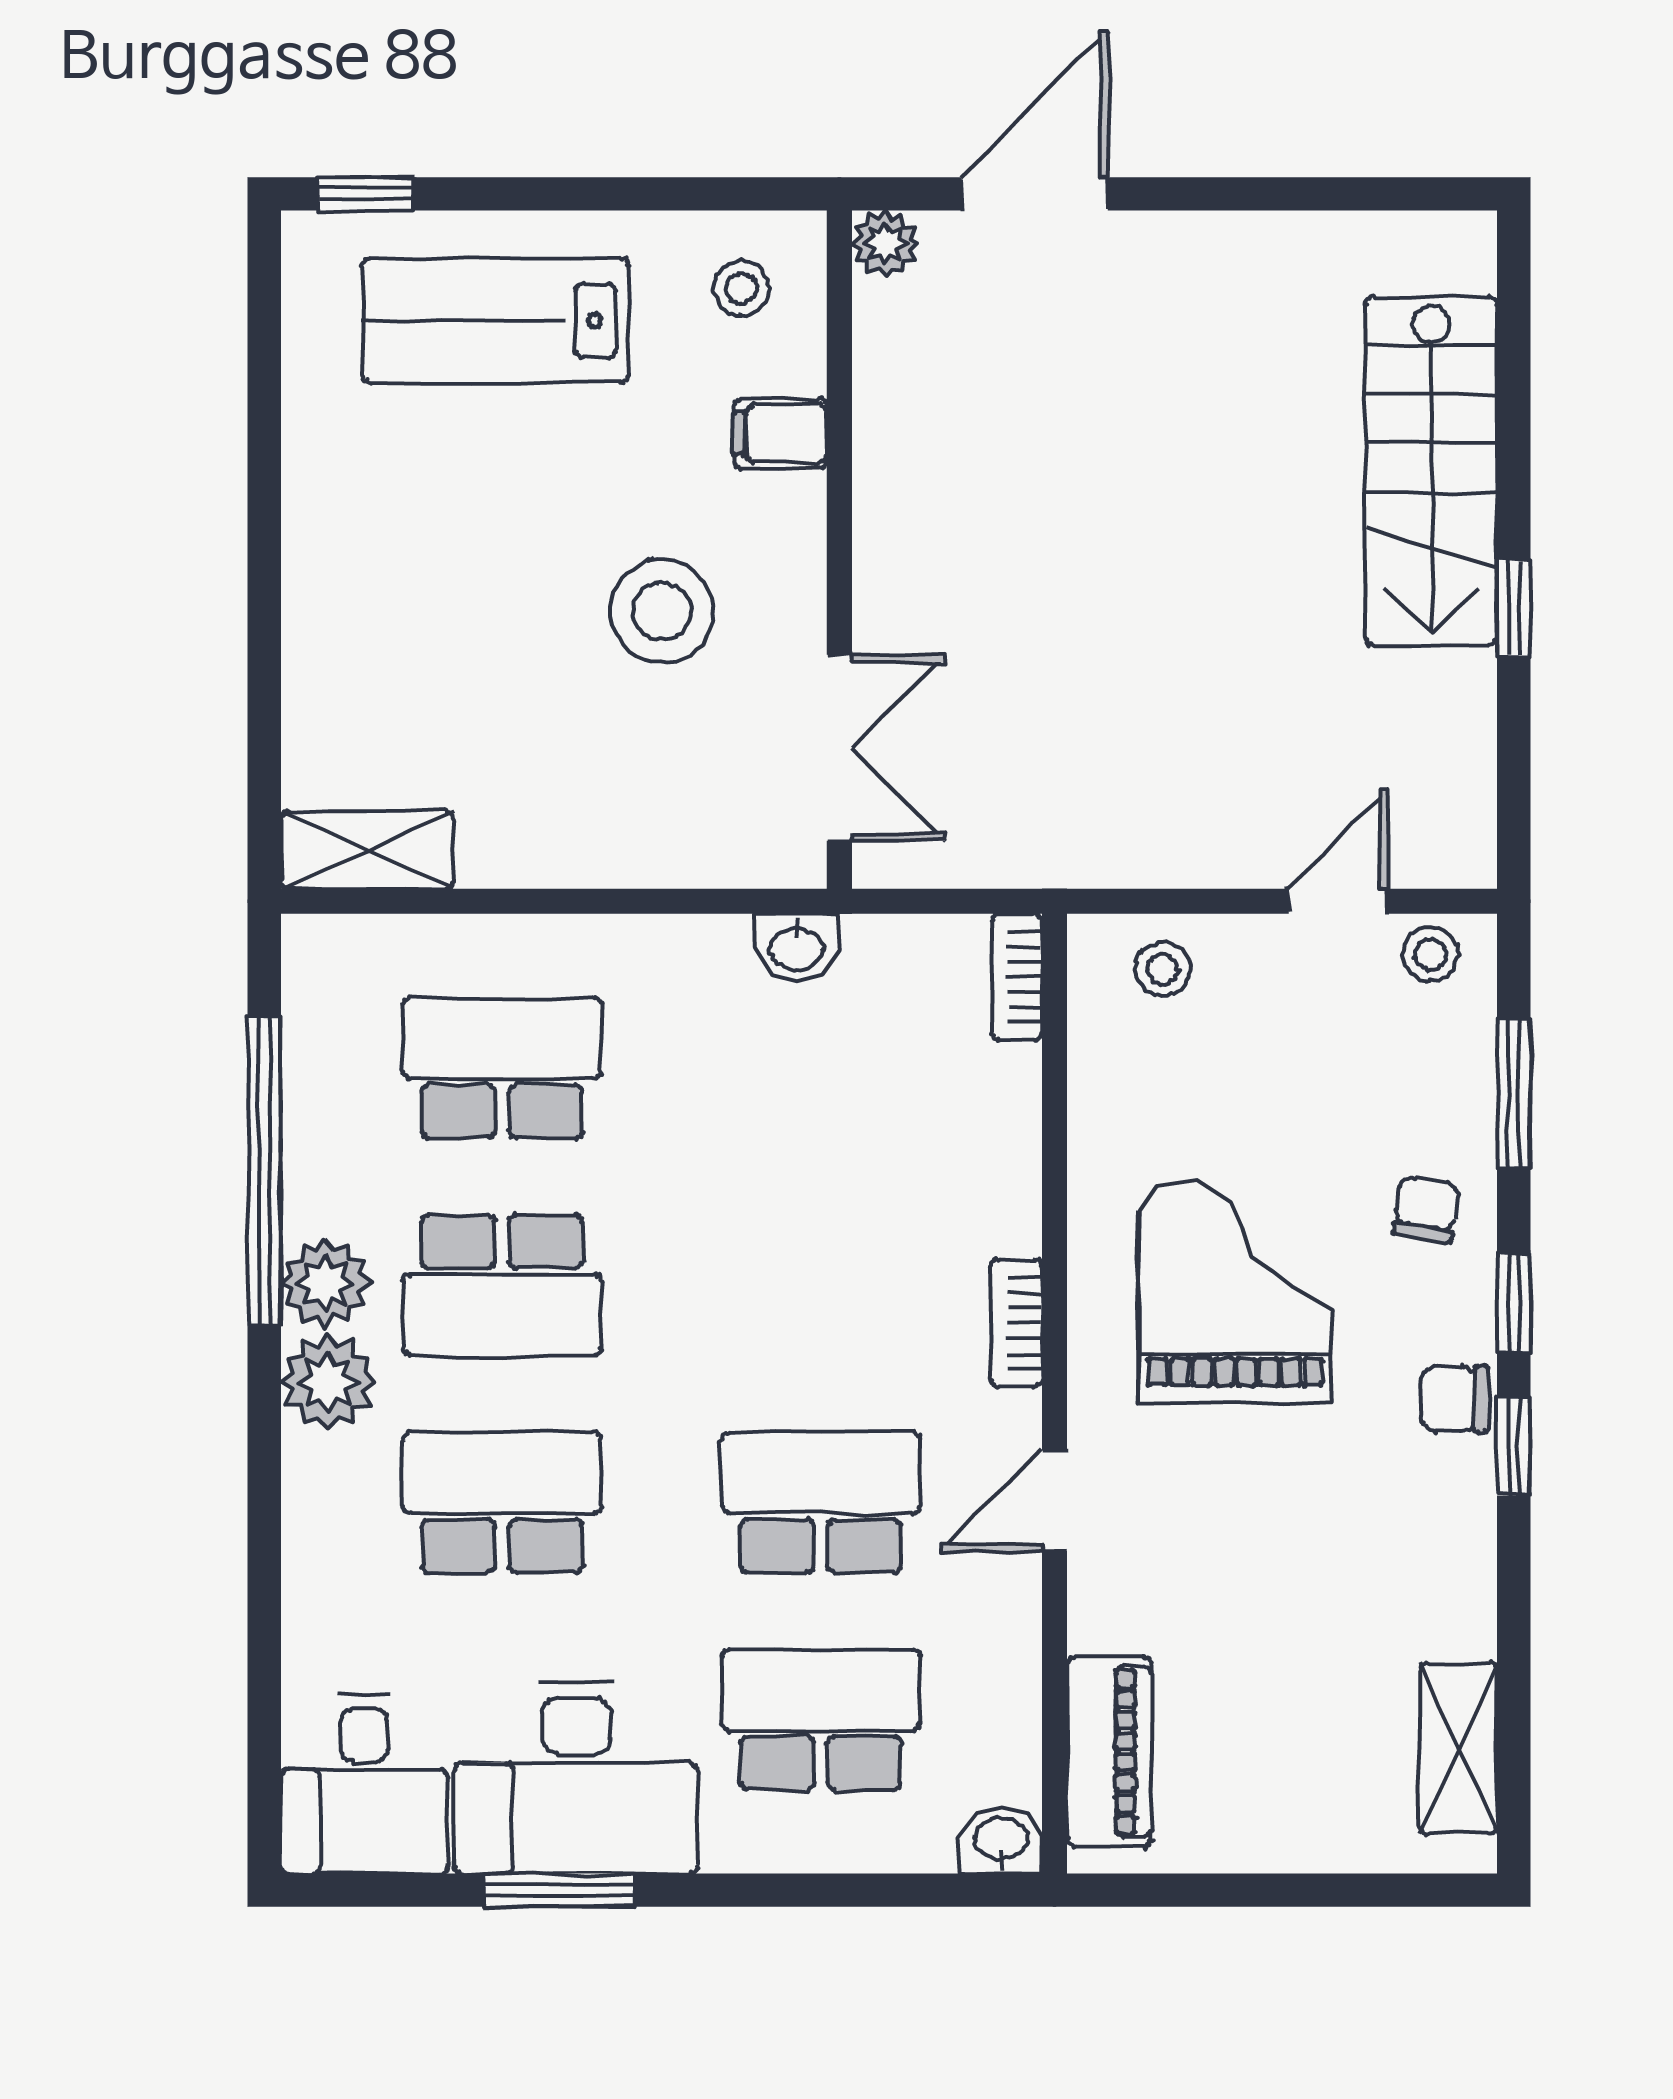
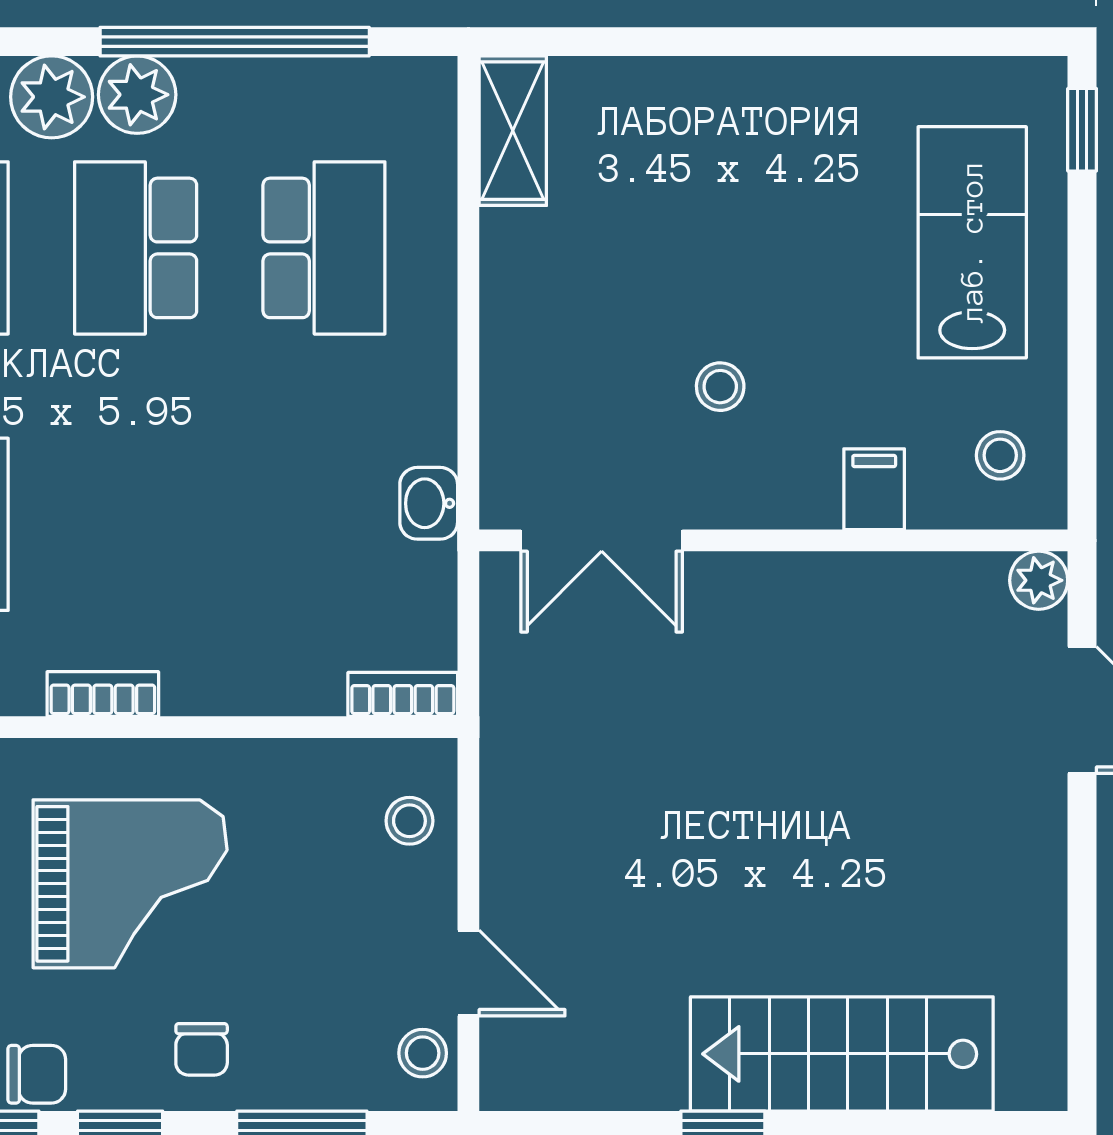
stool: (662, 611) -> (720, 387), width x0.53, depth x0.53
chair: (1426, 1209) -> (202, 1049), turned 81
chair: (1455, 1399) -> (37, 1074), turned 90

